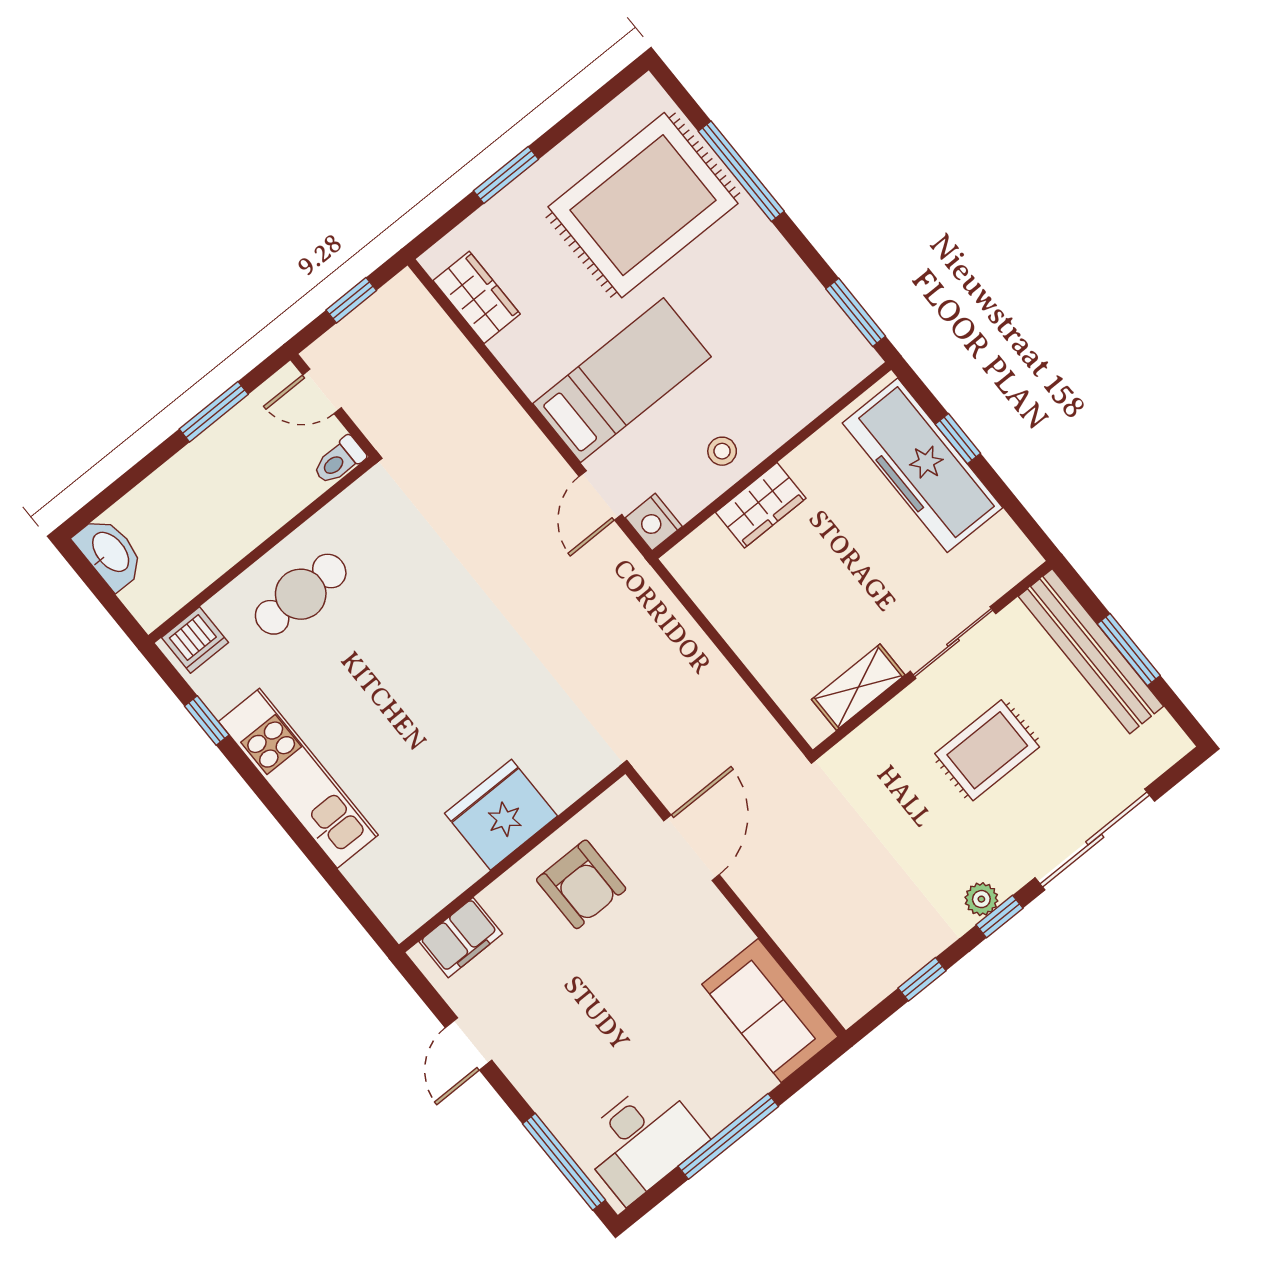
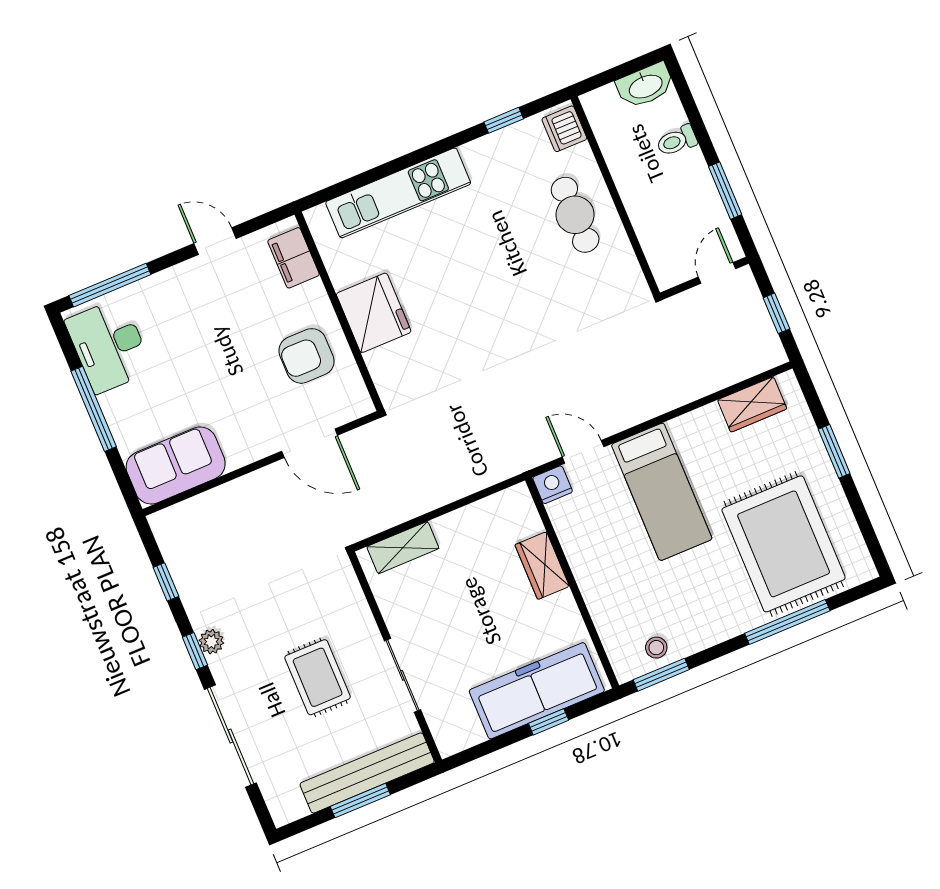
stool: (722, 451) -> (656, 648), moved
toilet: (339, 461) -> (677, 141), moved, turned -90
shelving: (858, 687) -> (403, 548), moved, turned 90
kitchen unit: (298, 778) -> (398, 193), moved

